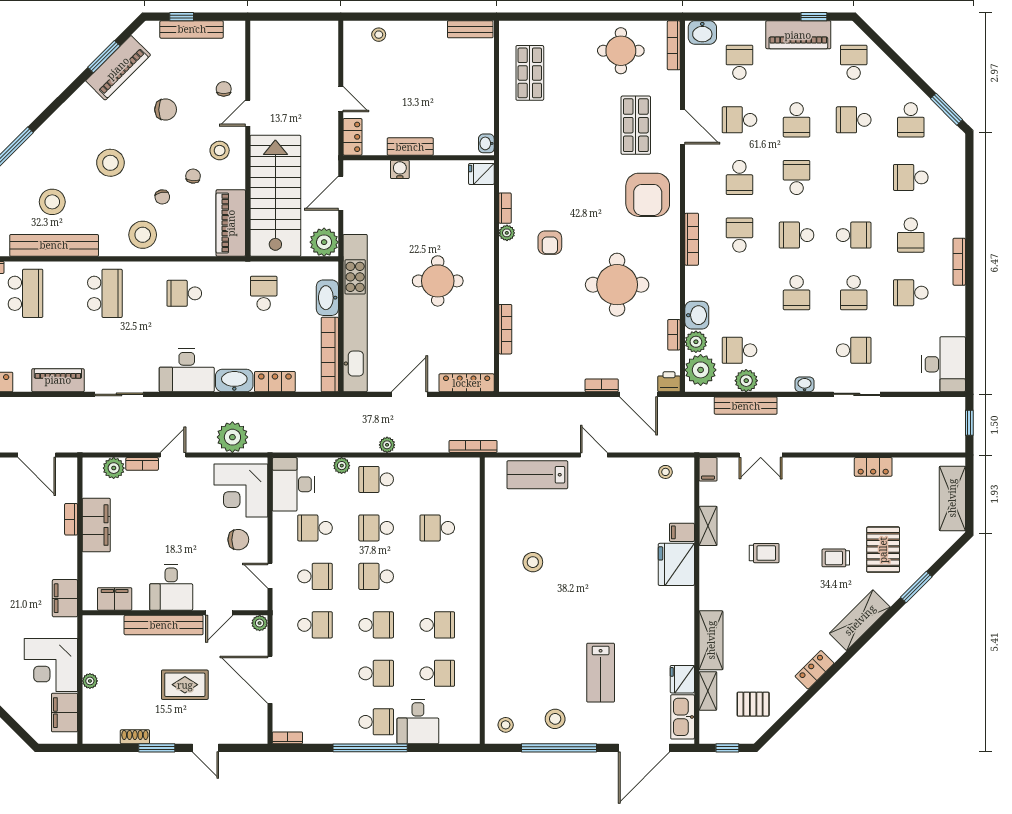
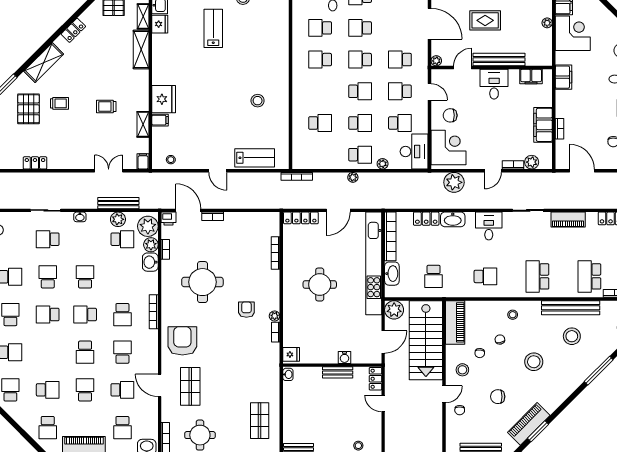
stool: (143, 235) -> (513, 315), width x0.53, depth x0.53
school desk: (797, 235) -> (85, 315), turned 180
desk: (187, 370) -> (489, 226), width x0.73

